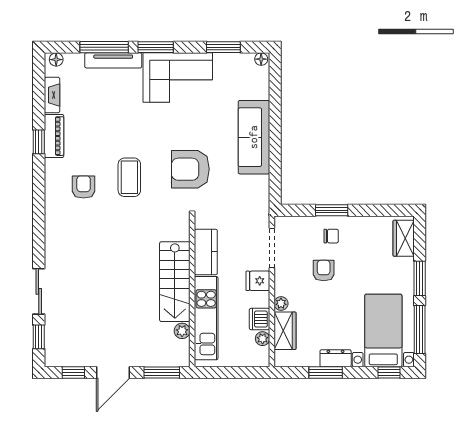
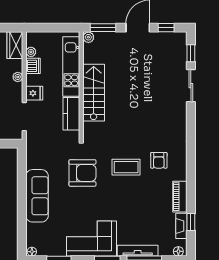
window: (39, 142) -> (191, 222), moved
coffee table: (129, 177) -> (126, 167), turned 90
plant: (182, 331) -> (88, 37), moved
wardrobe: (285, 331) -> (15, 45), moved

